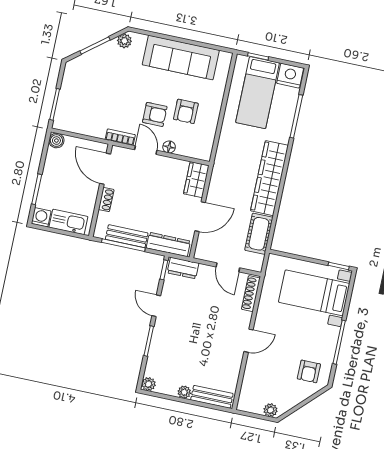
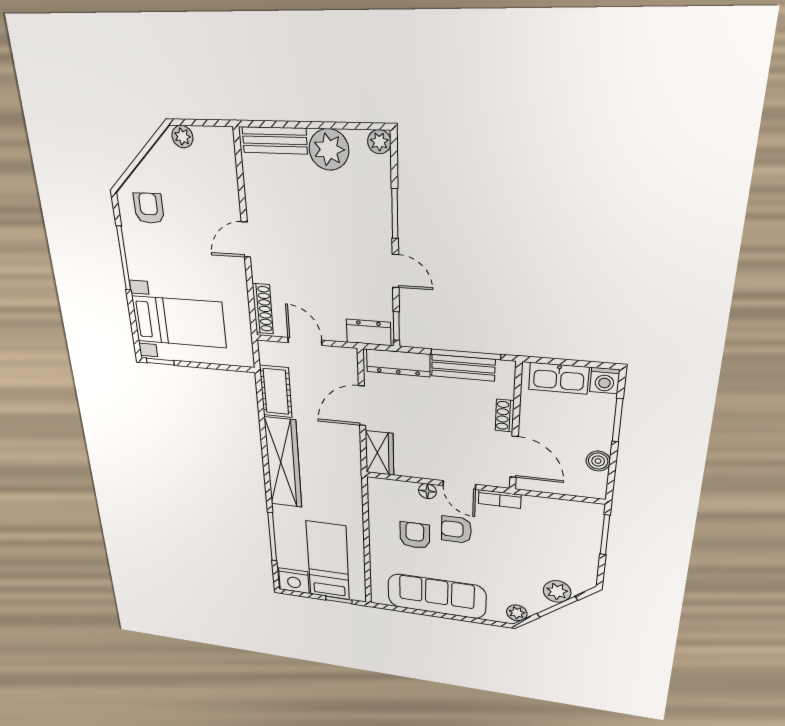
plant: (93, 59) -> (557, 591), added
boiler: (56, 141) -> (598, 461), moved
plant: (184, 392) -> (329, 149), width x1.88, depth x1.88

